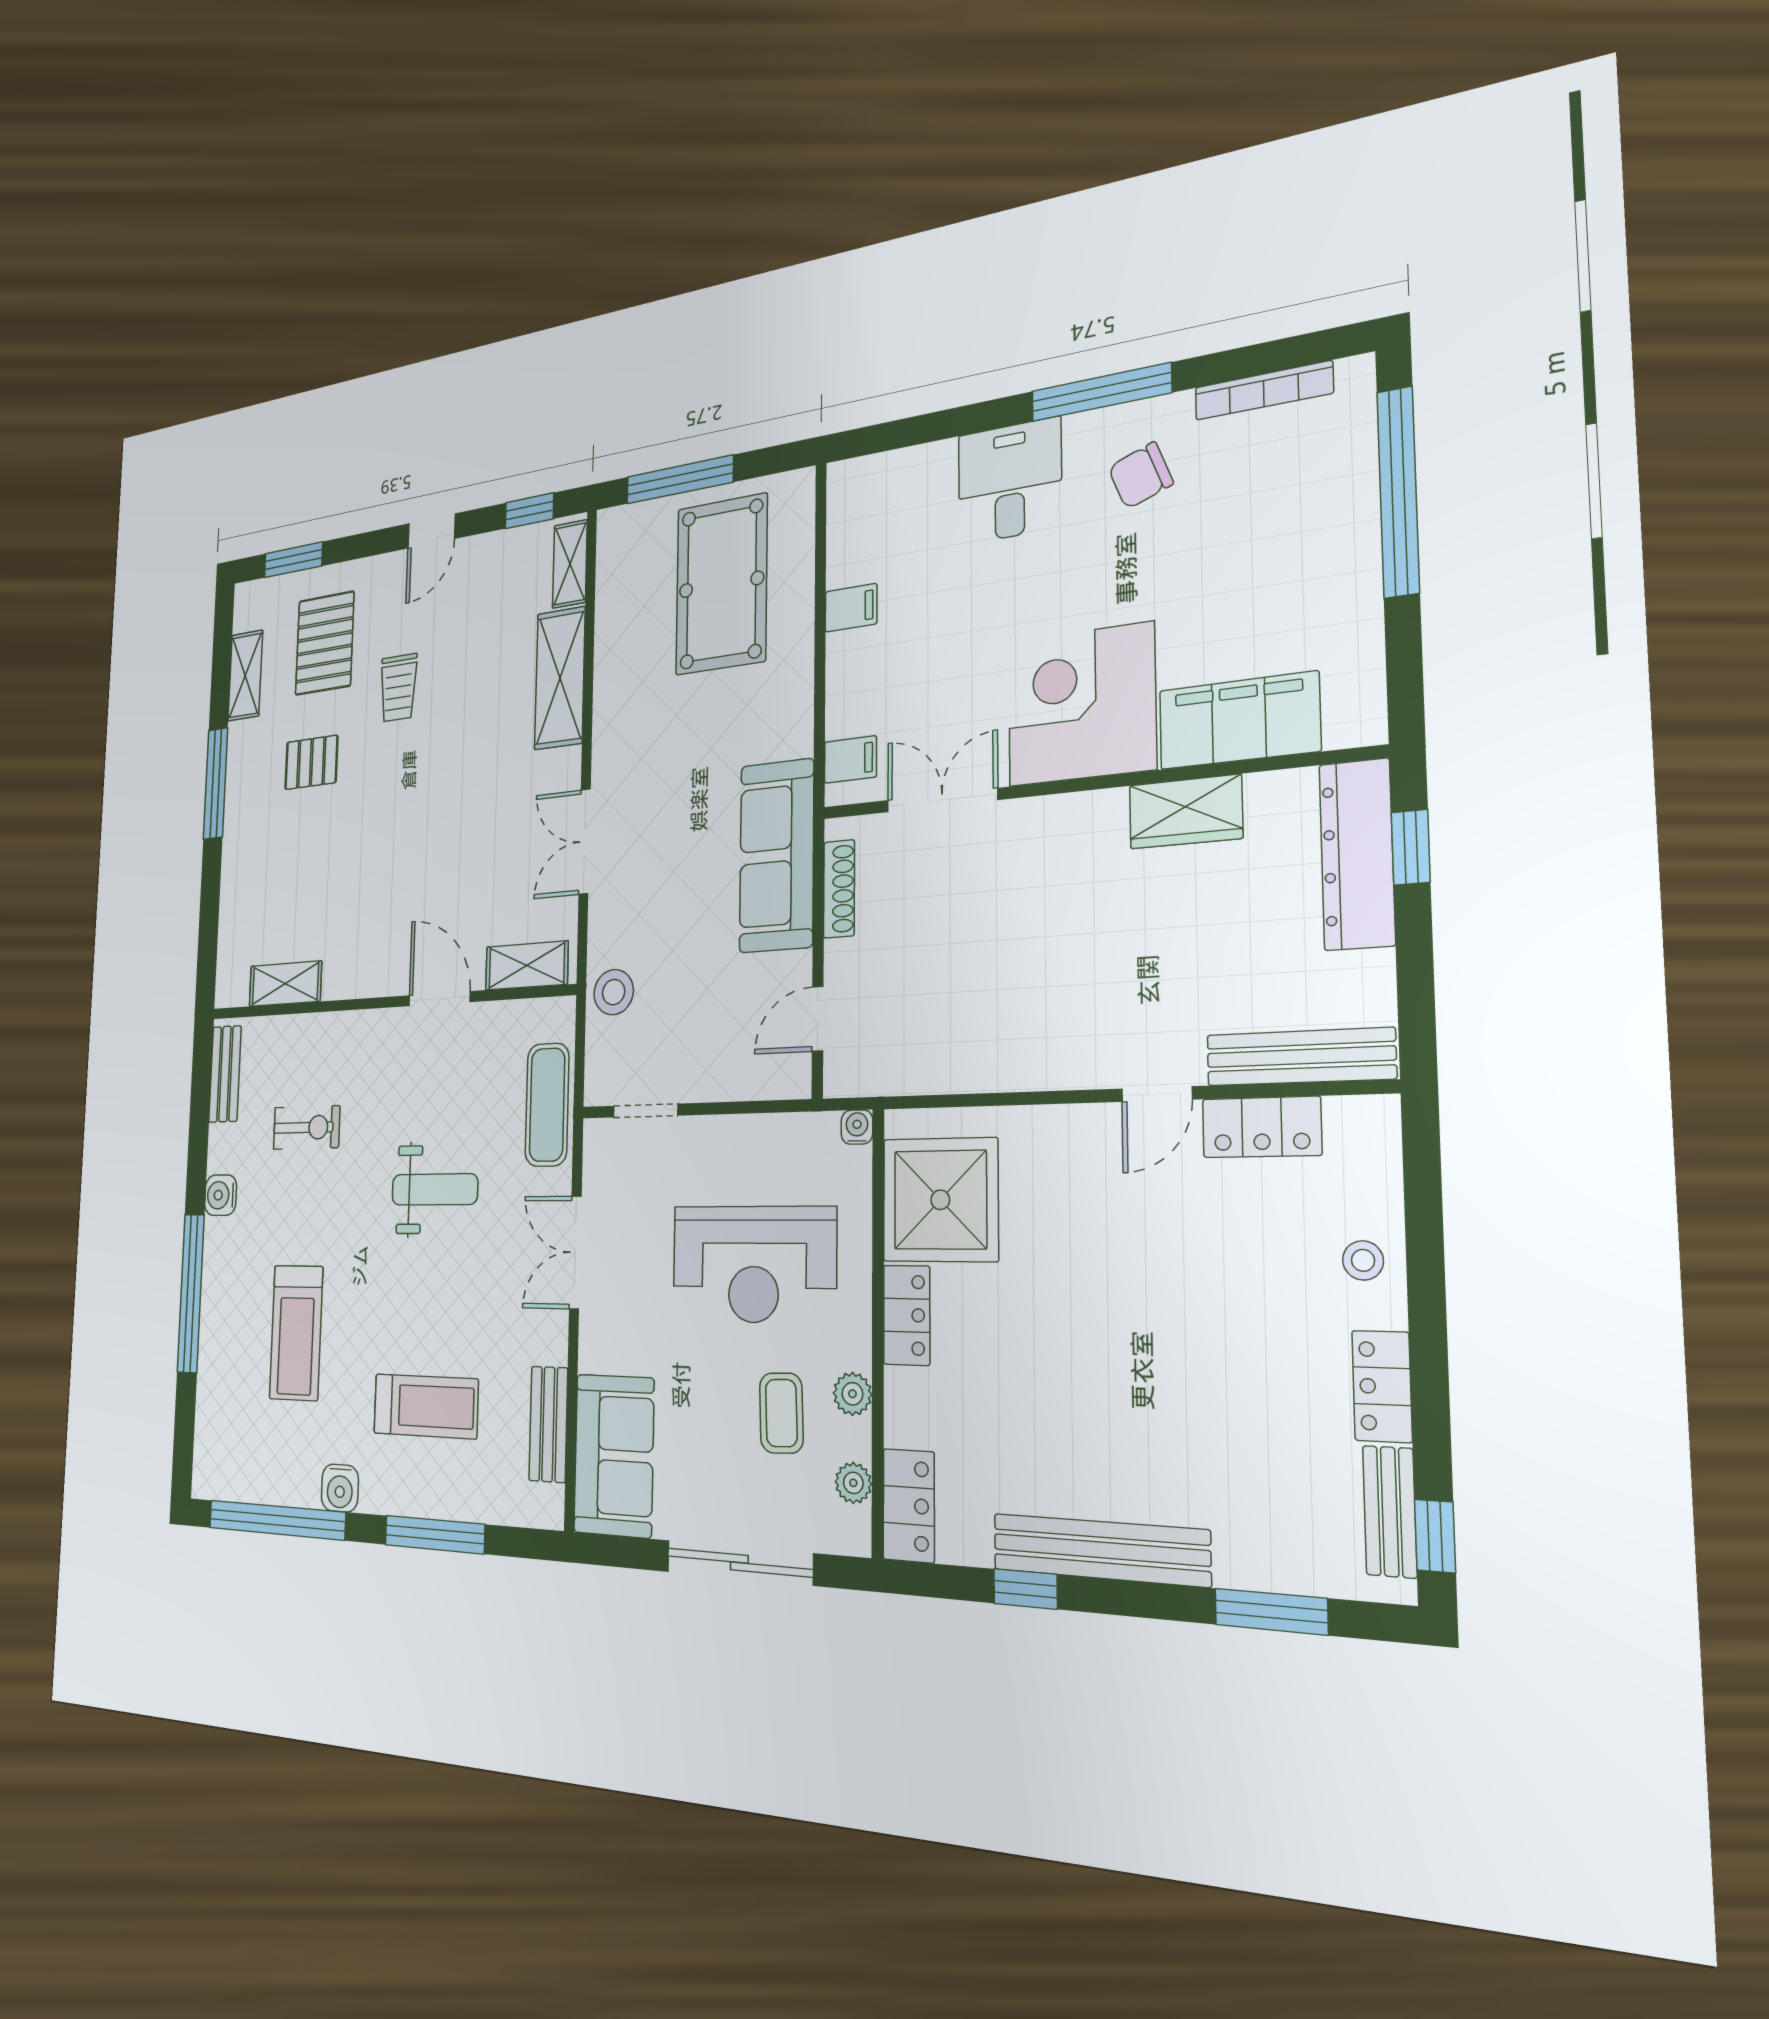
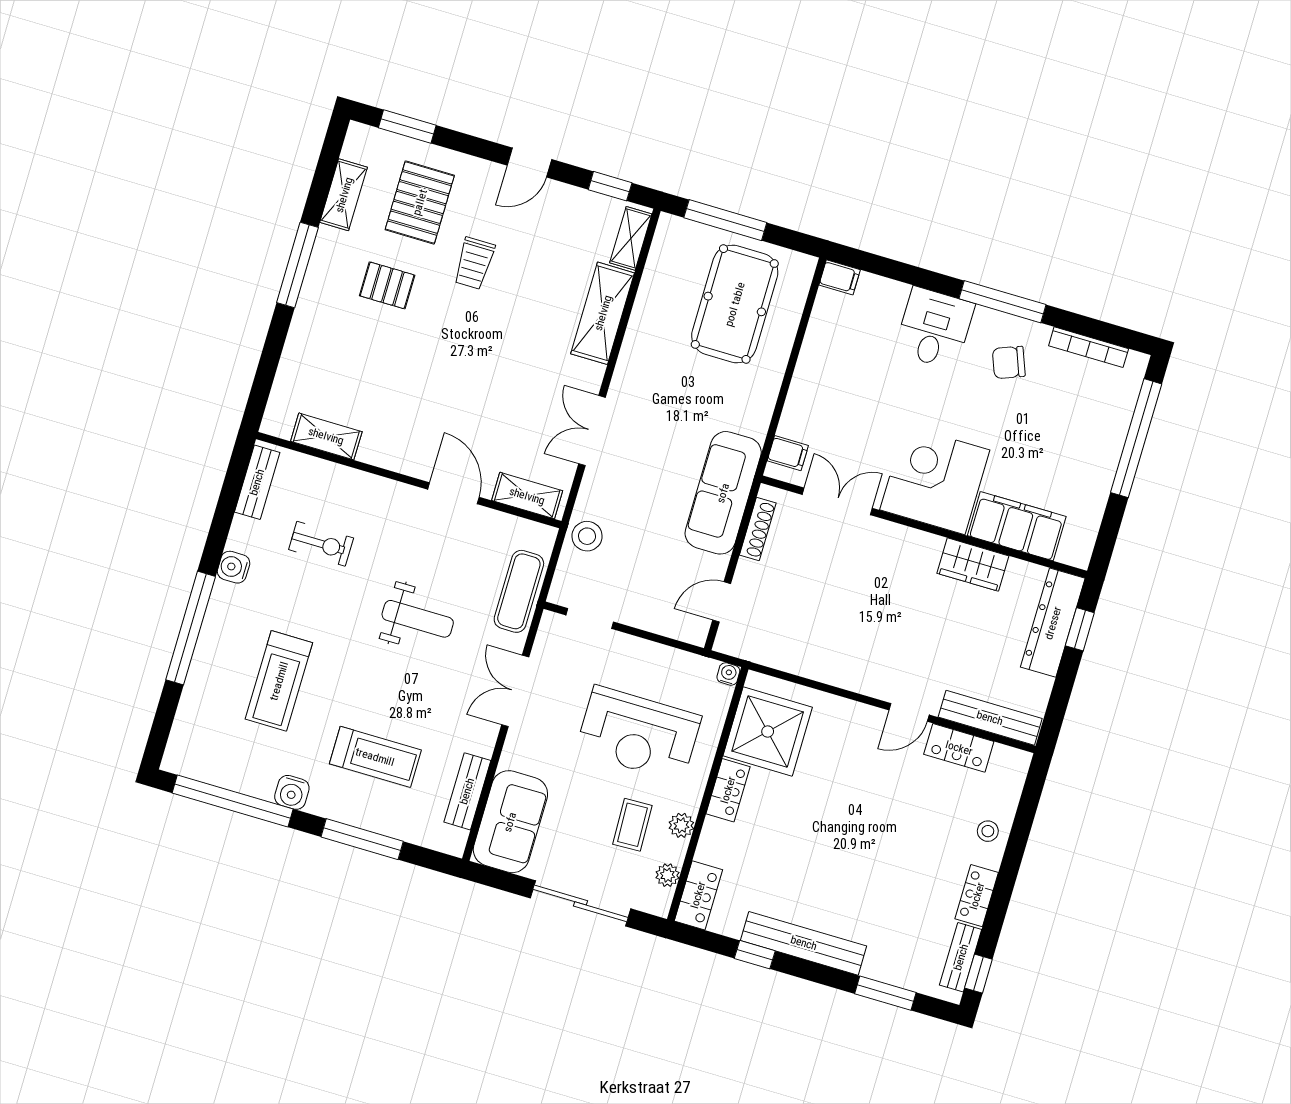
filing cabinet: (851, 608) -> (840, 277), moved

